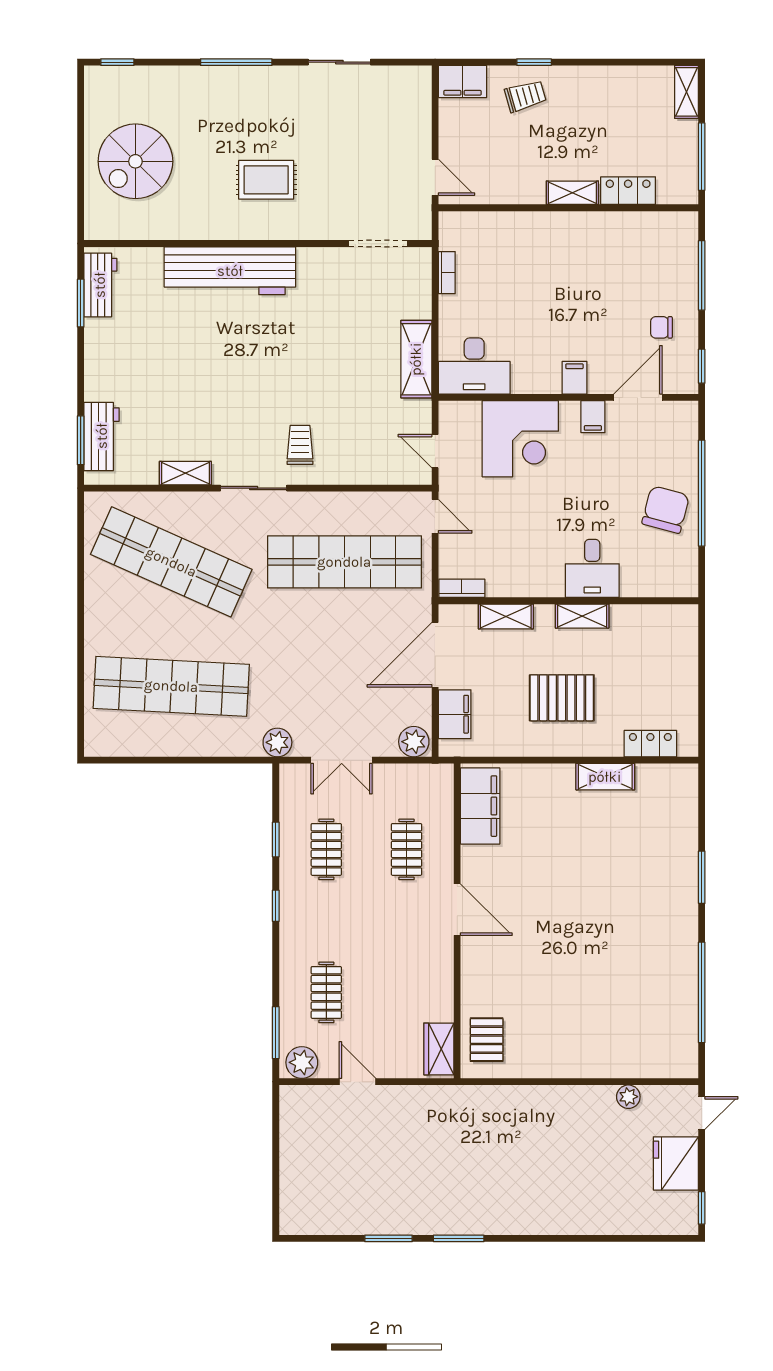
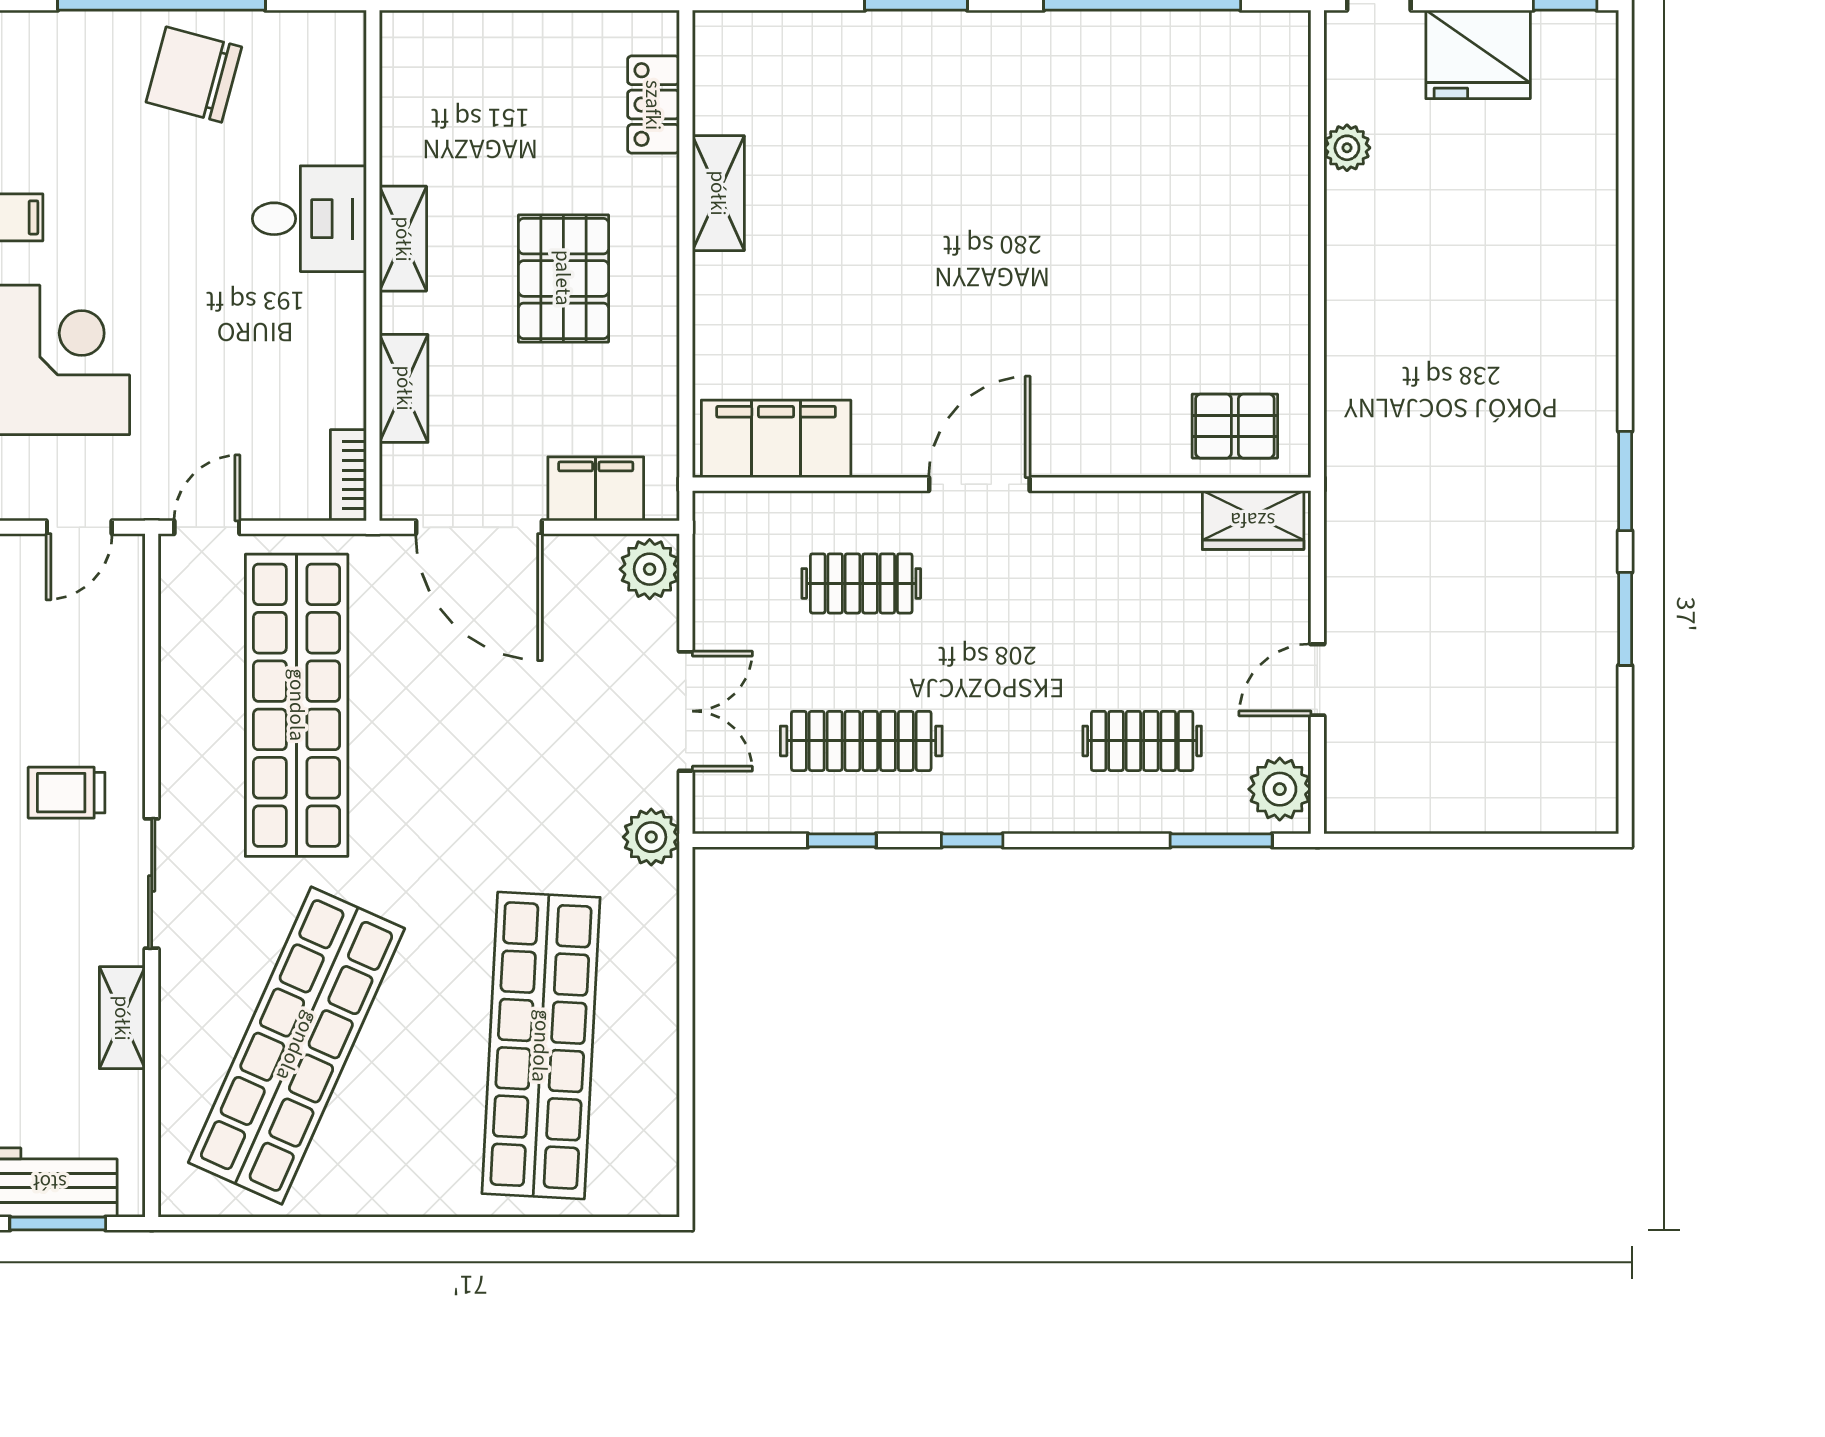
clothes rail: (326, 849) -> (861, 741), width x1.36

